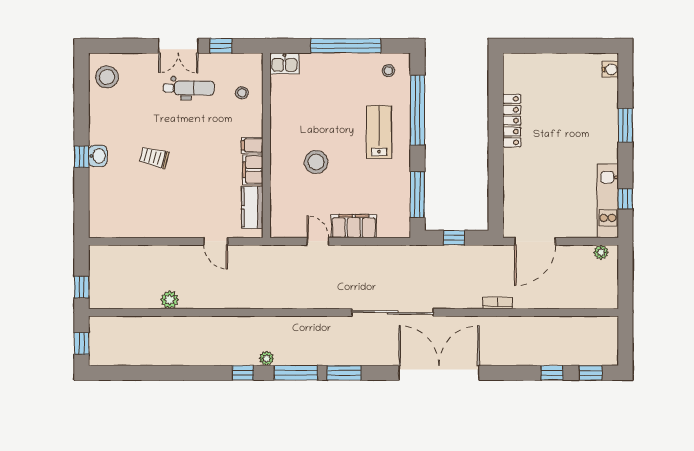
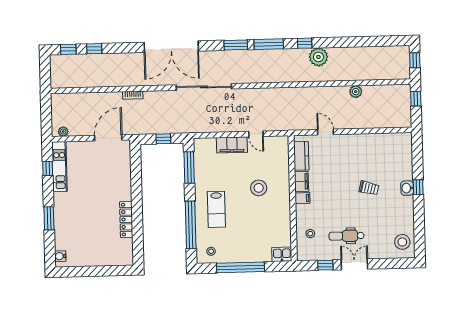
plant: (267, 358) -> (318, 57), moved, width x1.87, depth x1.87

